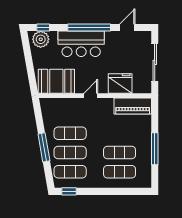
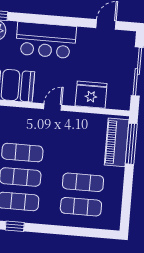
window: (89, 28) -> (58, 20), removed
piano: (133, 106) -> (117, 142), moved, turned 90
window: (155, 149) -> (131, 144), moved

